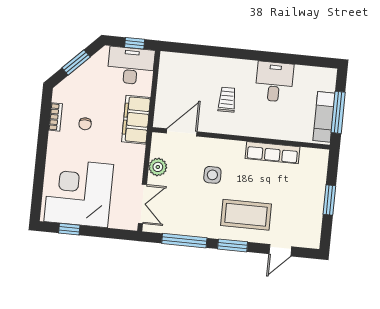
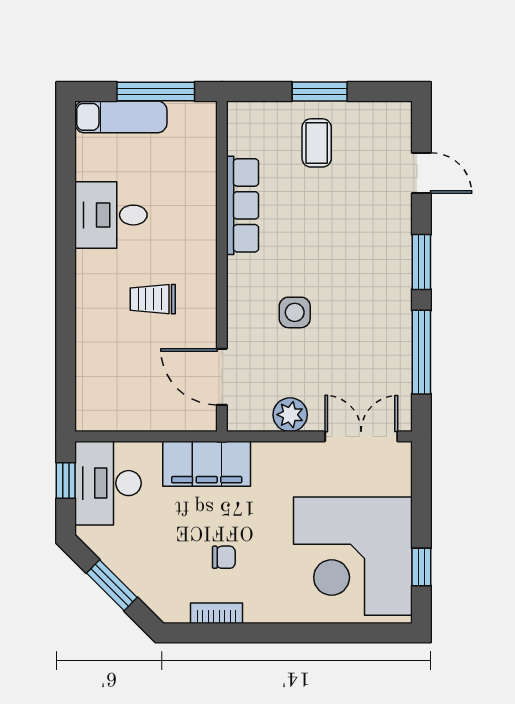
exam couch: (324, 117) -> (121, 117), moved
coffee table: (246, 215) -> (317, 143), moved, width x0.54, depth x0.58

